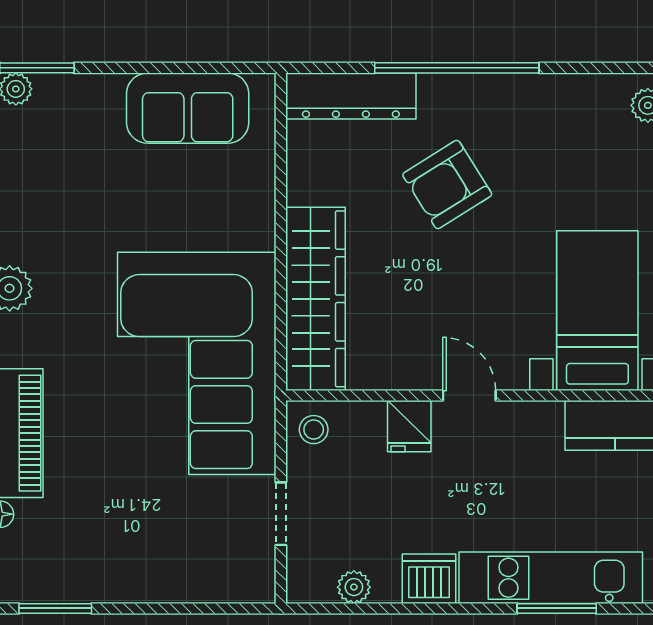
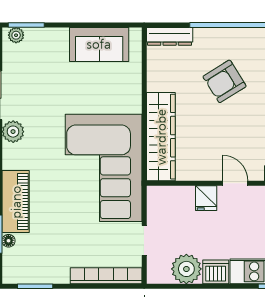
dresser: (351, 96) -> (170, 36), width x0.73, depth x0.80
stool: (314, 430) -> (160, 200), removed
bookcase: (202, 587) -> (106, 276), added
plant: (354, 587) -> (186, 269), width x1.88, depth x1.88

